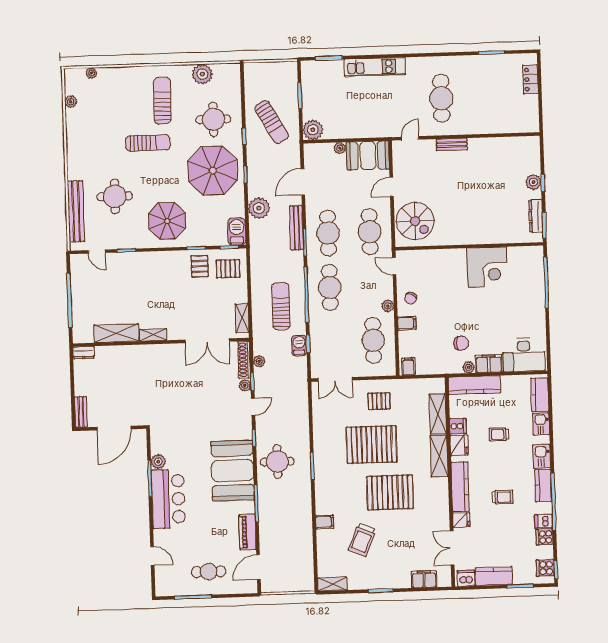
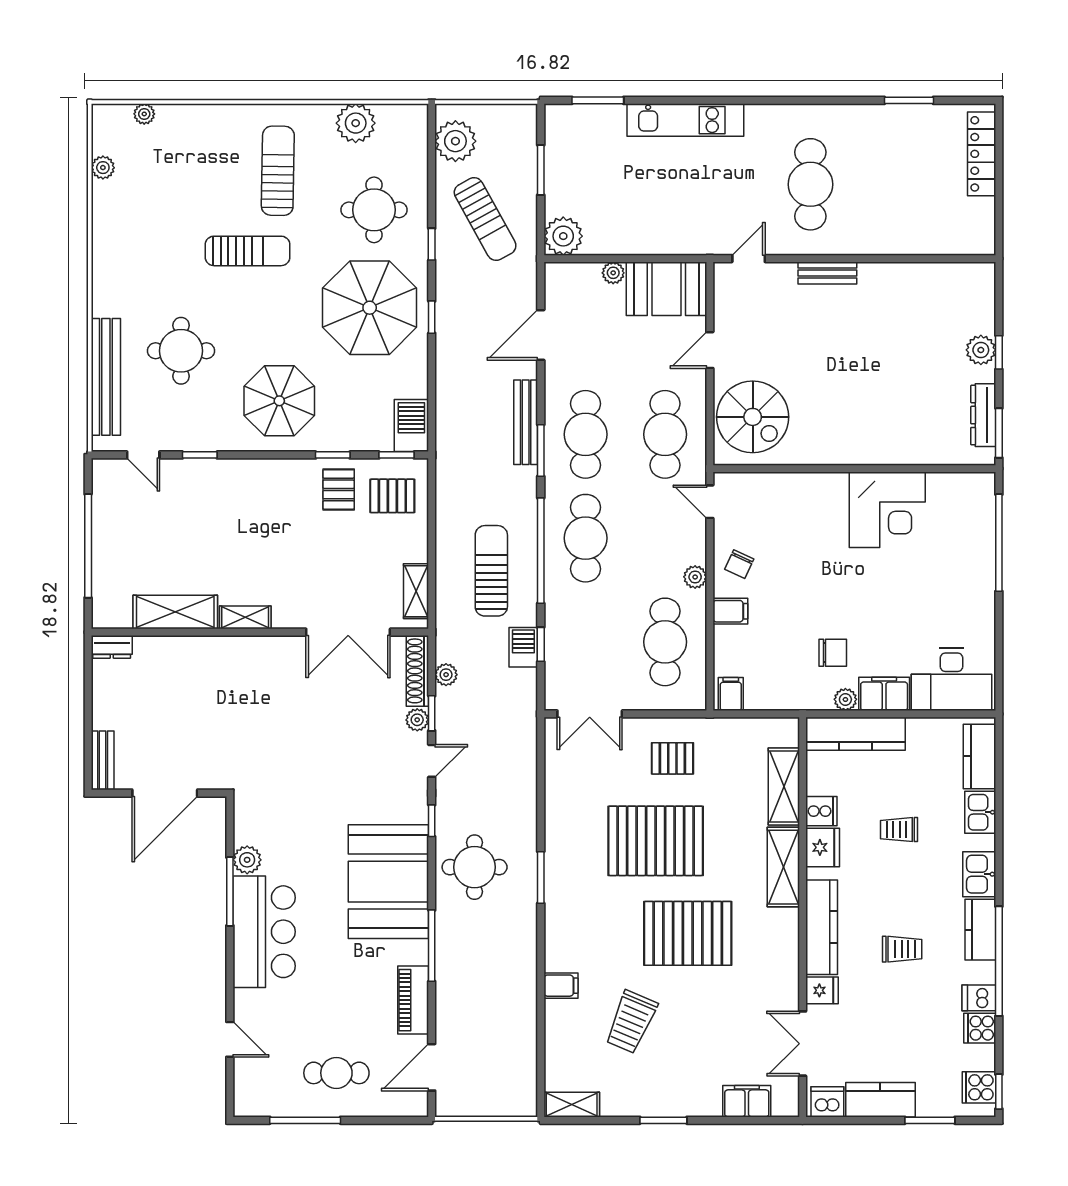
locker: (530, 79) -> (982, 154), width x1.53
plant: (259, 208) -> (455, 141), moved

